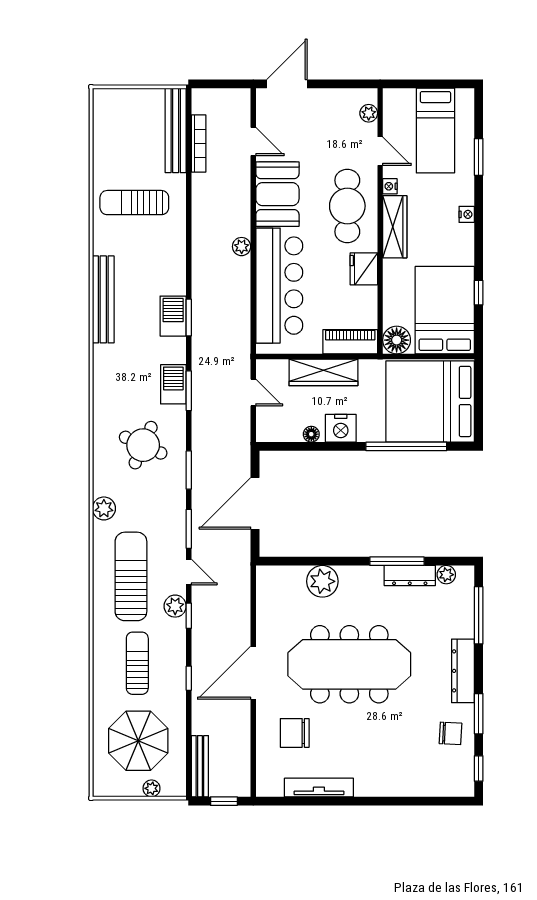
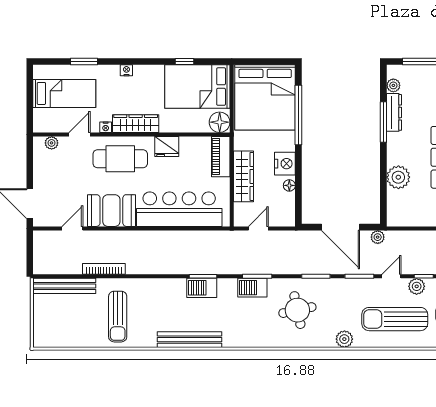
bookcase: (199, 144) -> (104, 269), moved
plant: (242, 247) -> (378, 237), moved
round table: (143, 445) -> (297, 310), turned -36

